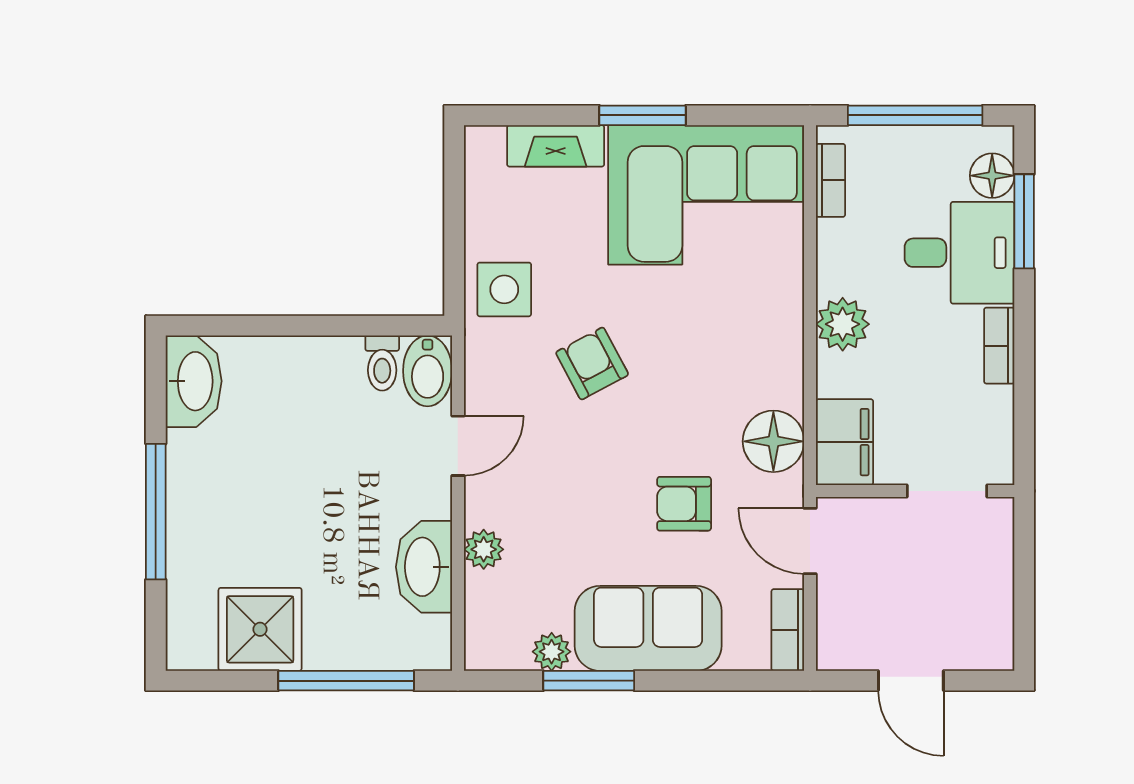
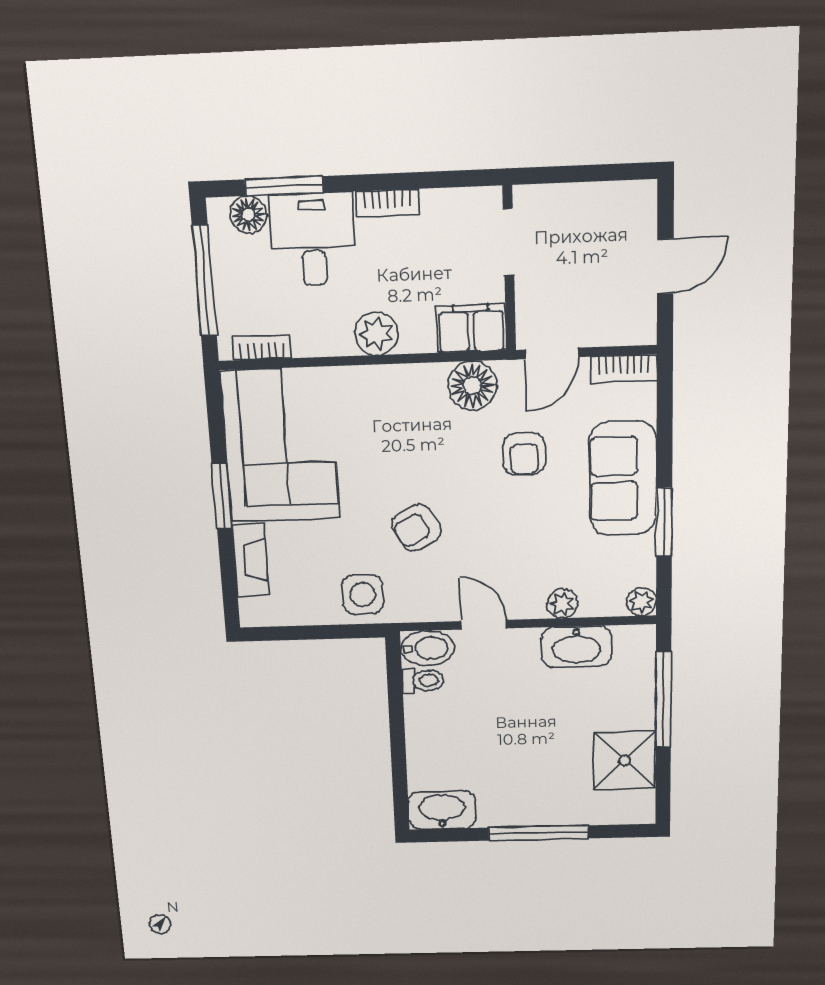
plant: (552, 652) -> (641, 602), moved

